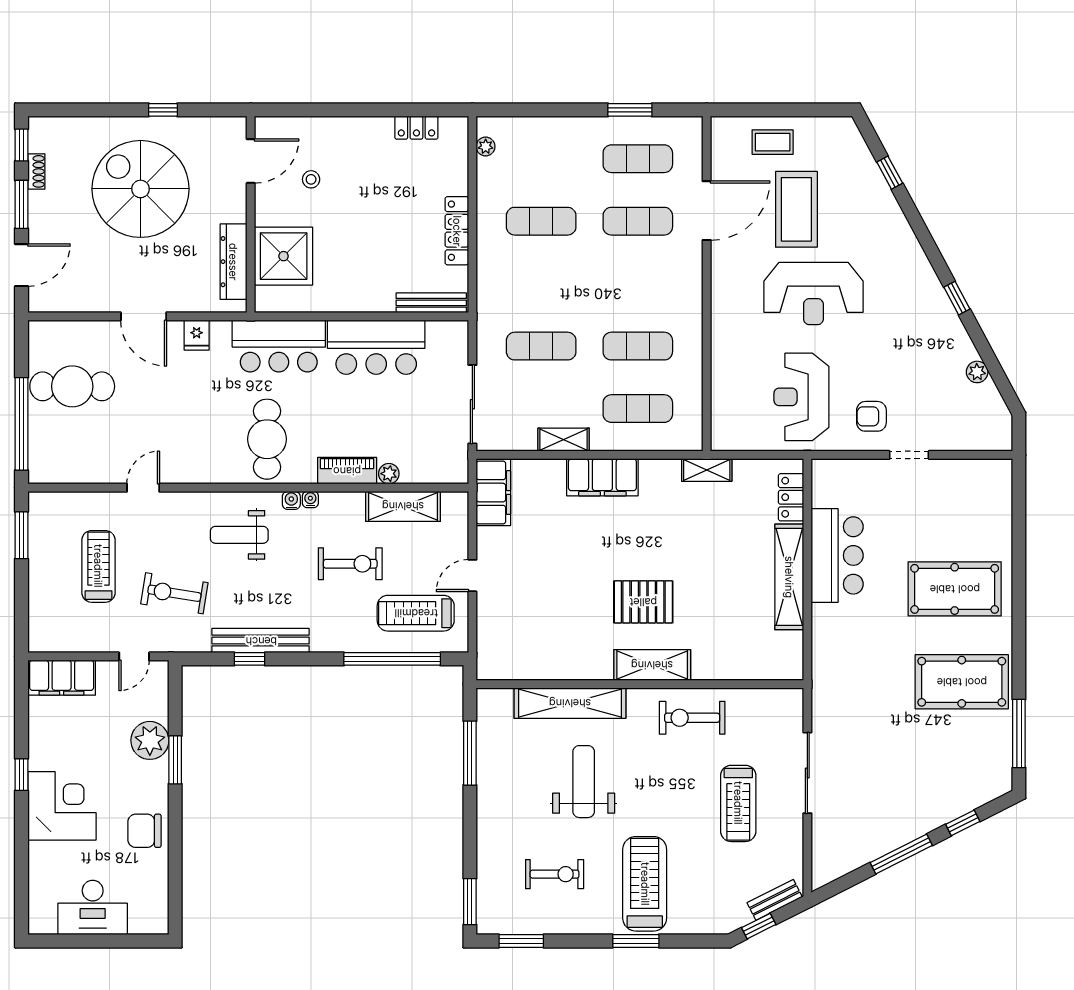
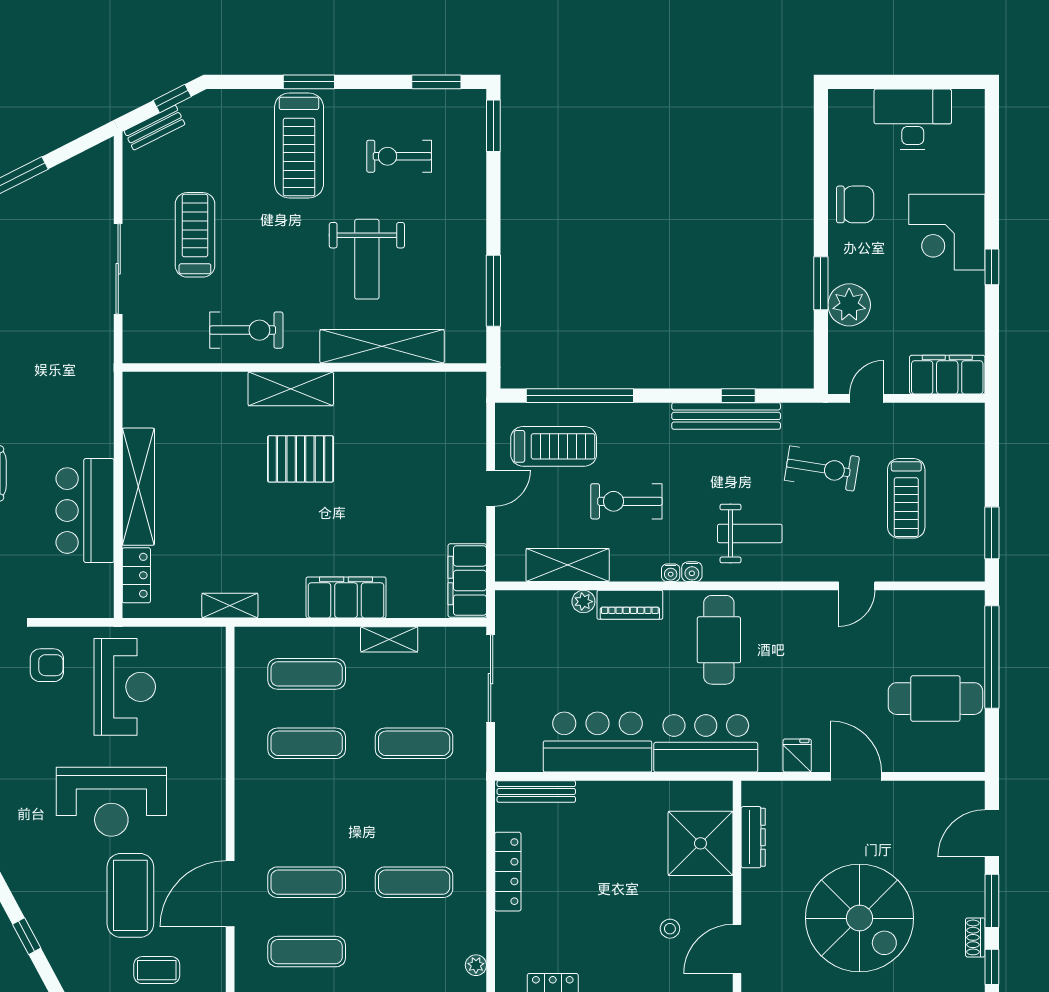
dresser: (233, 262) -> (753, 837), width x0.73, depth x0.80
reception desk: (813, 294) -> (111, 802), turned 180

